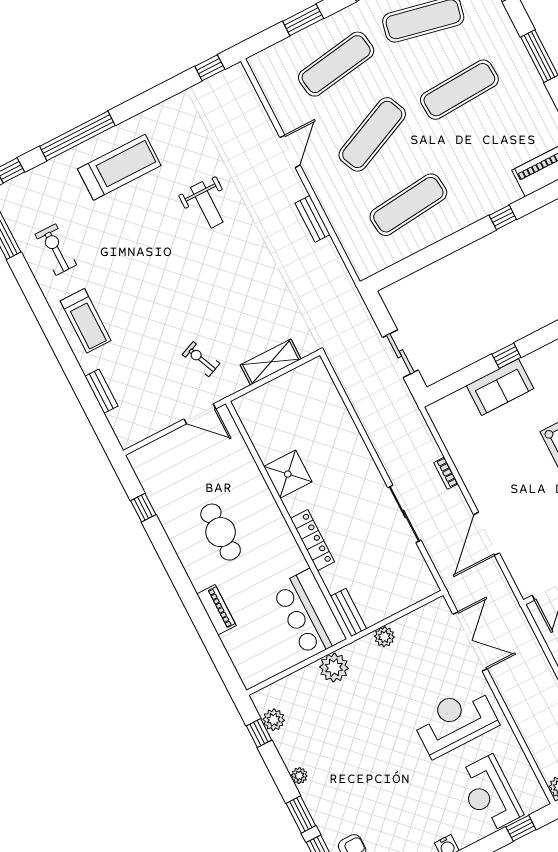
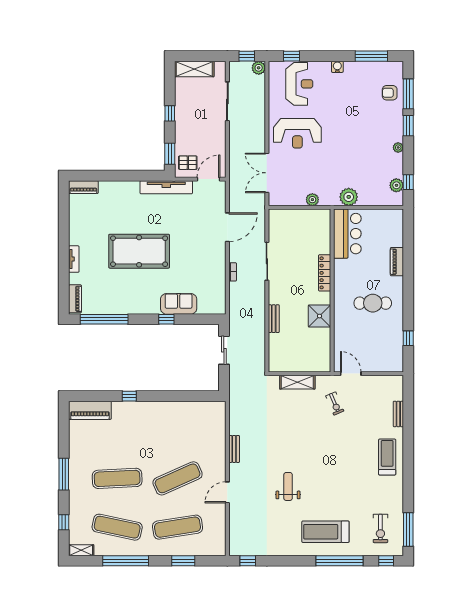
exercise mat: (408, 205) -> (178, 430), removed
exercise bike: (56, 250) -> (380, 528), moved
cafe table: (221, 532) -> (373, 303), turned 90
bench: (349, 613) -> (274, 319), moved

